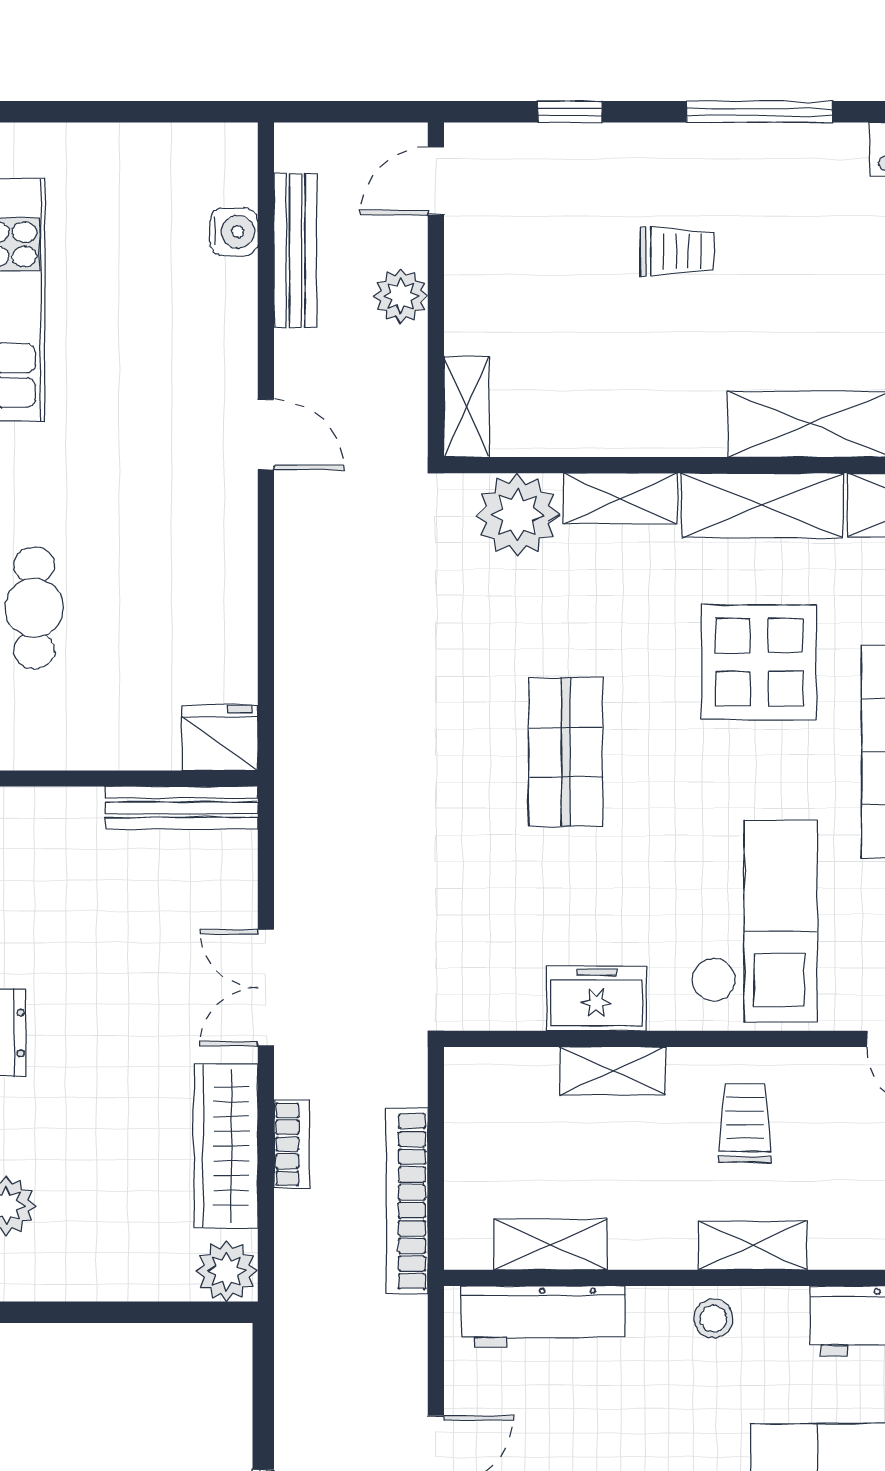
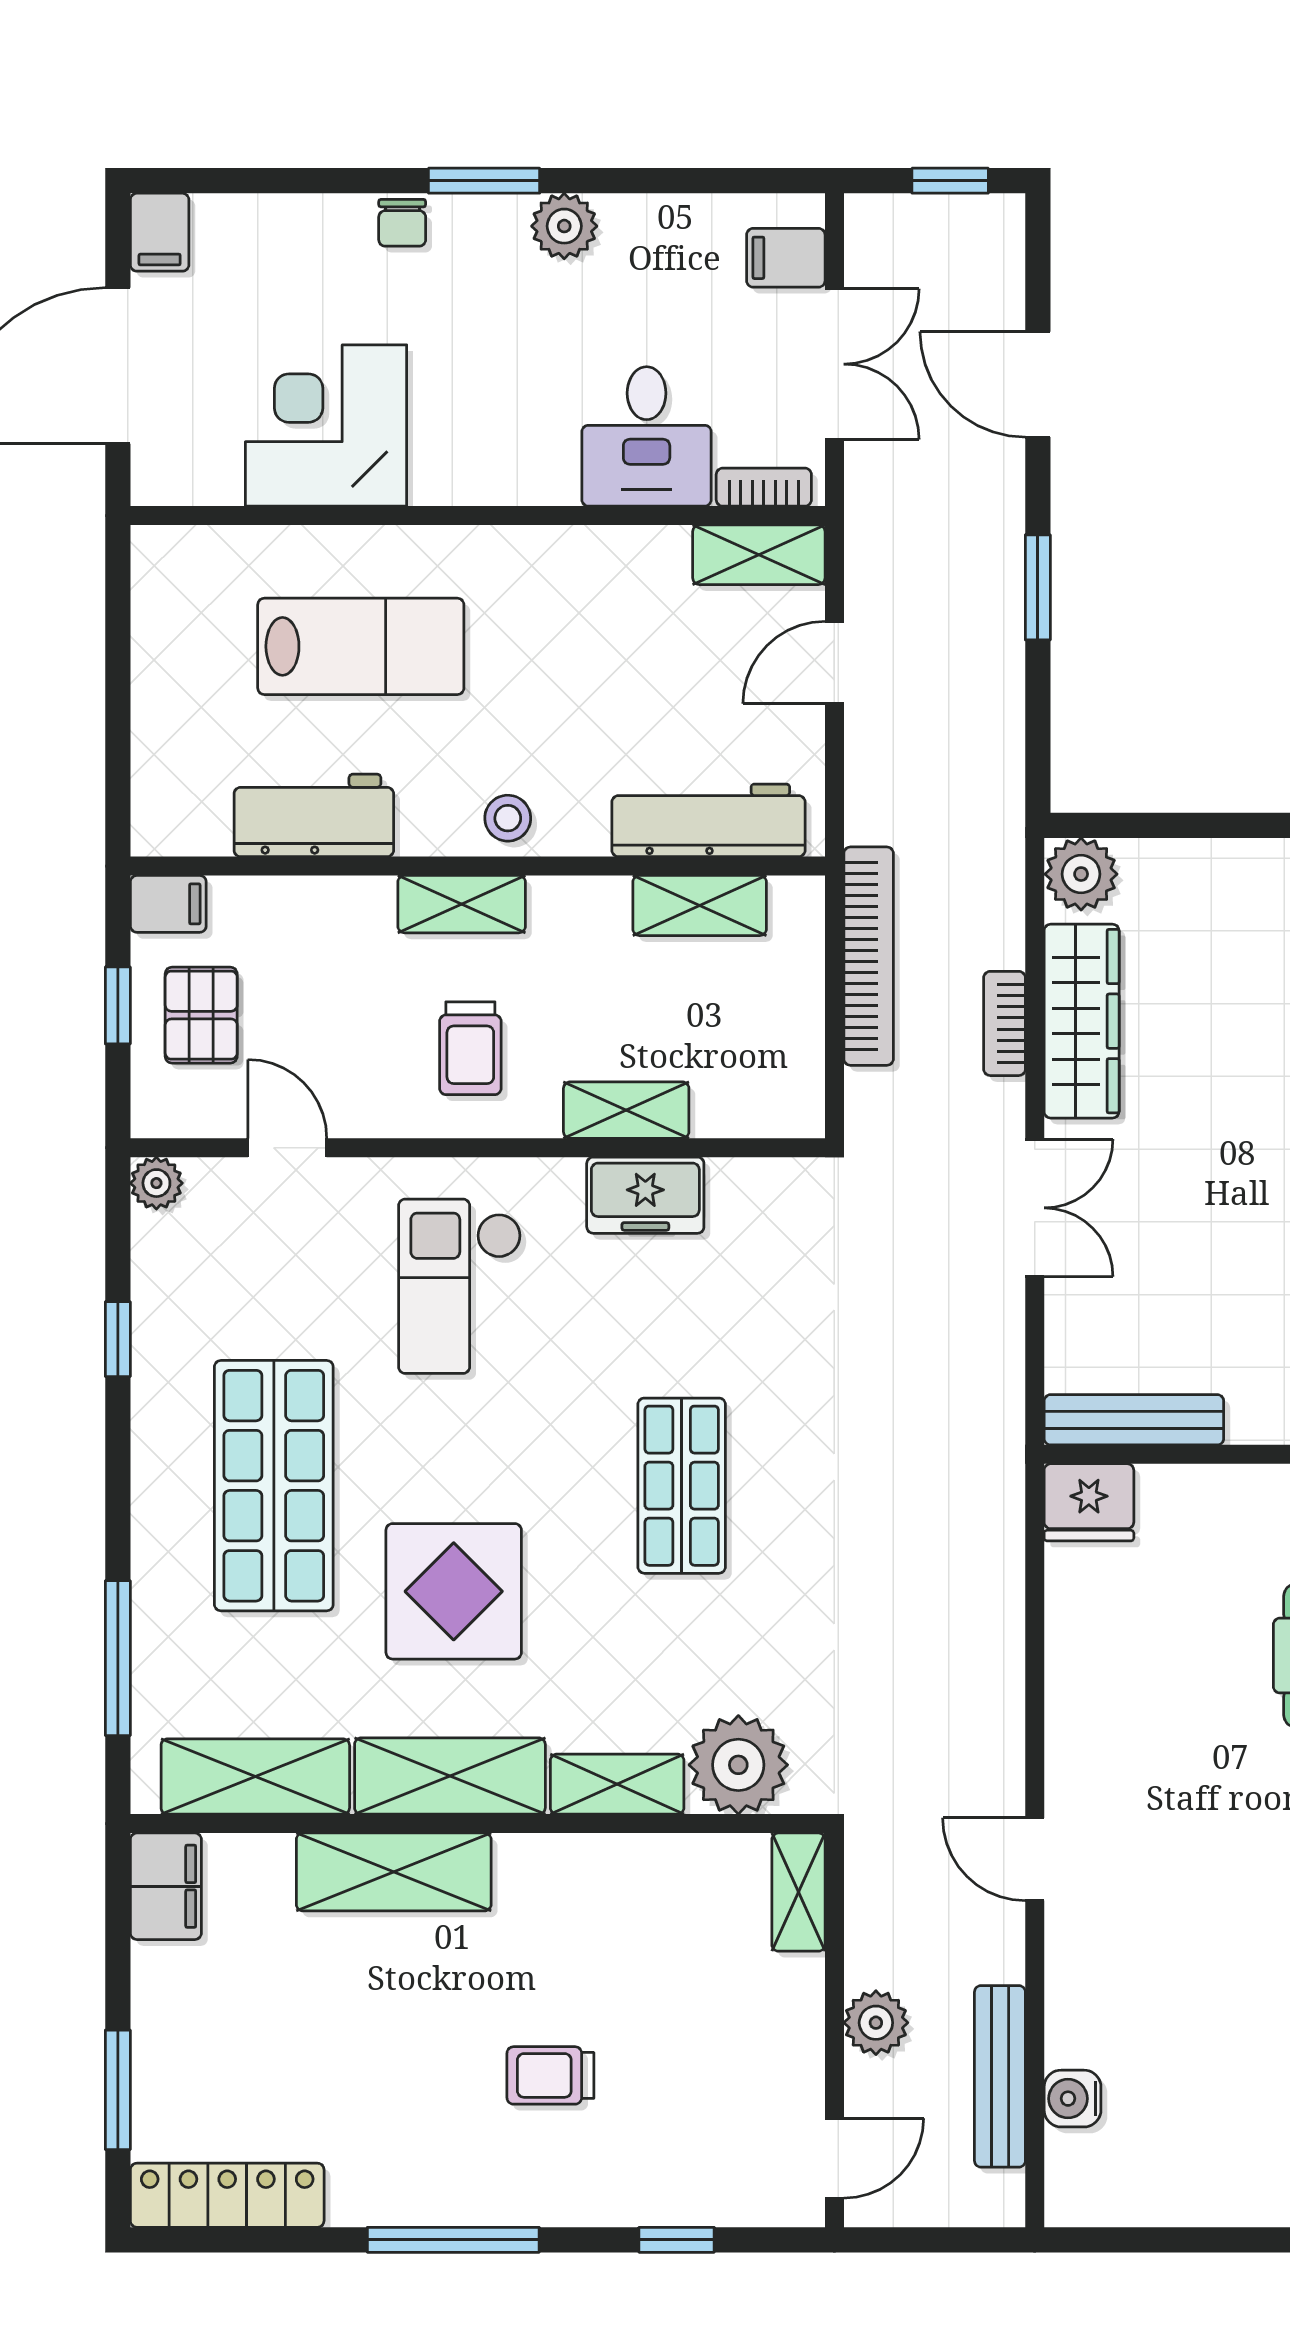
checkout: (754, 921) -> (460, 1286), width x0.73, depth x0.83

